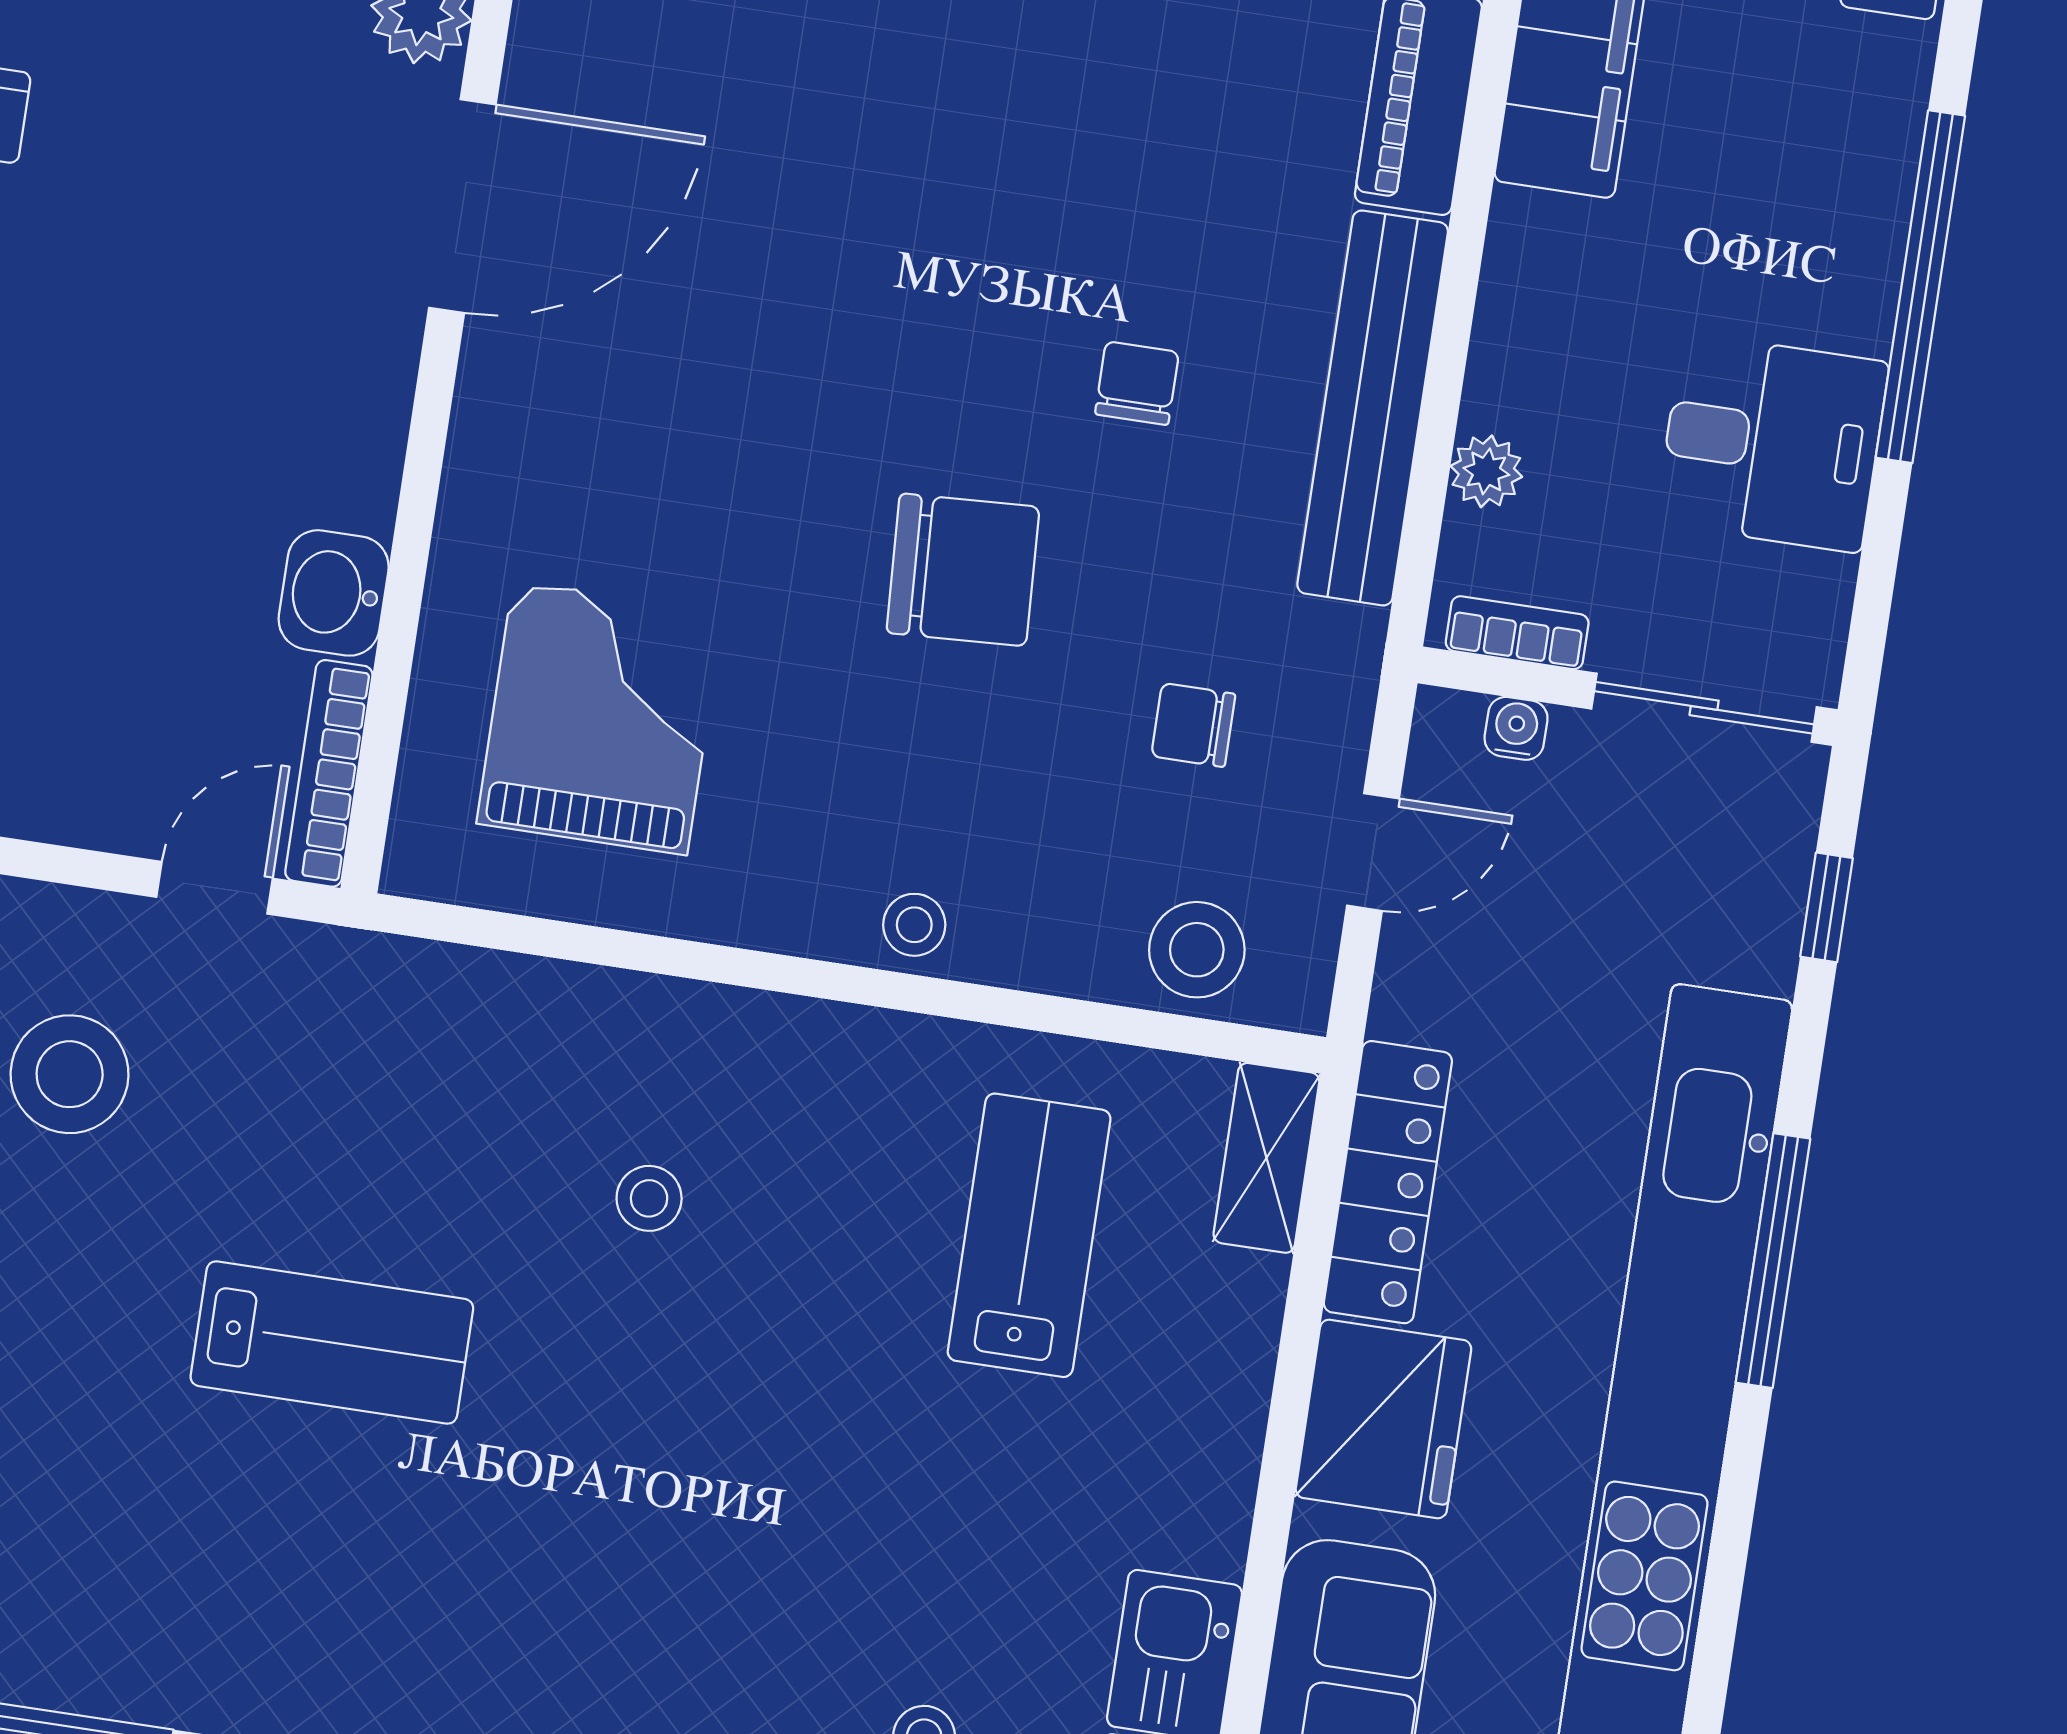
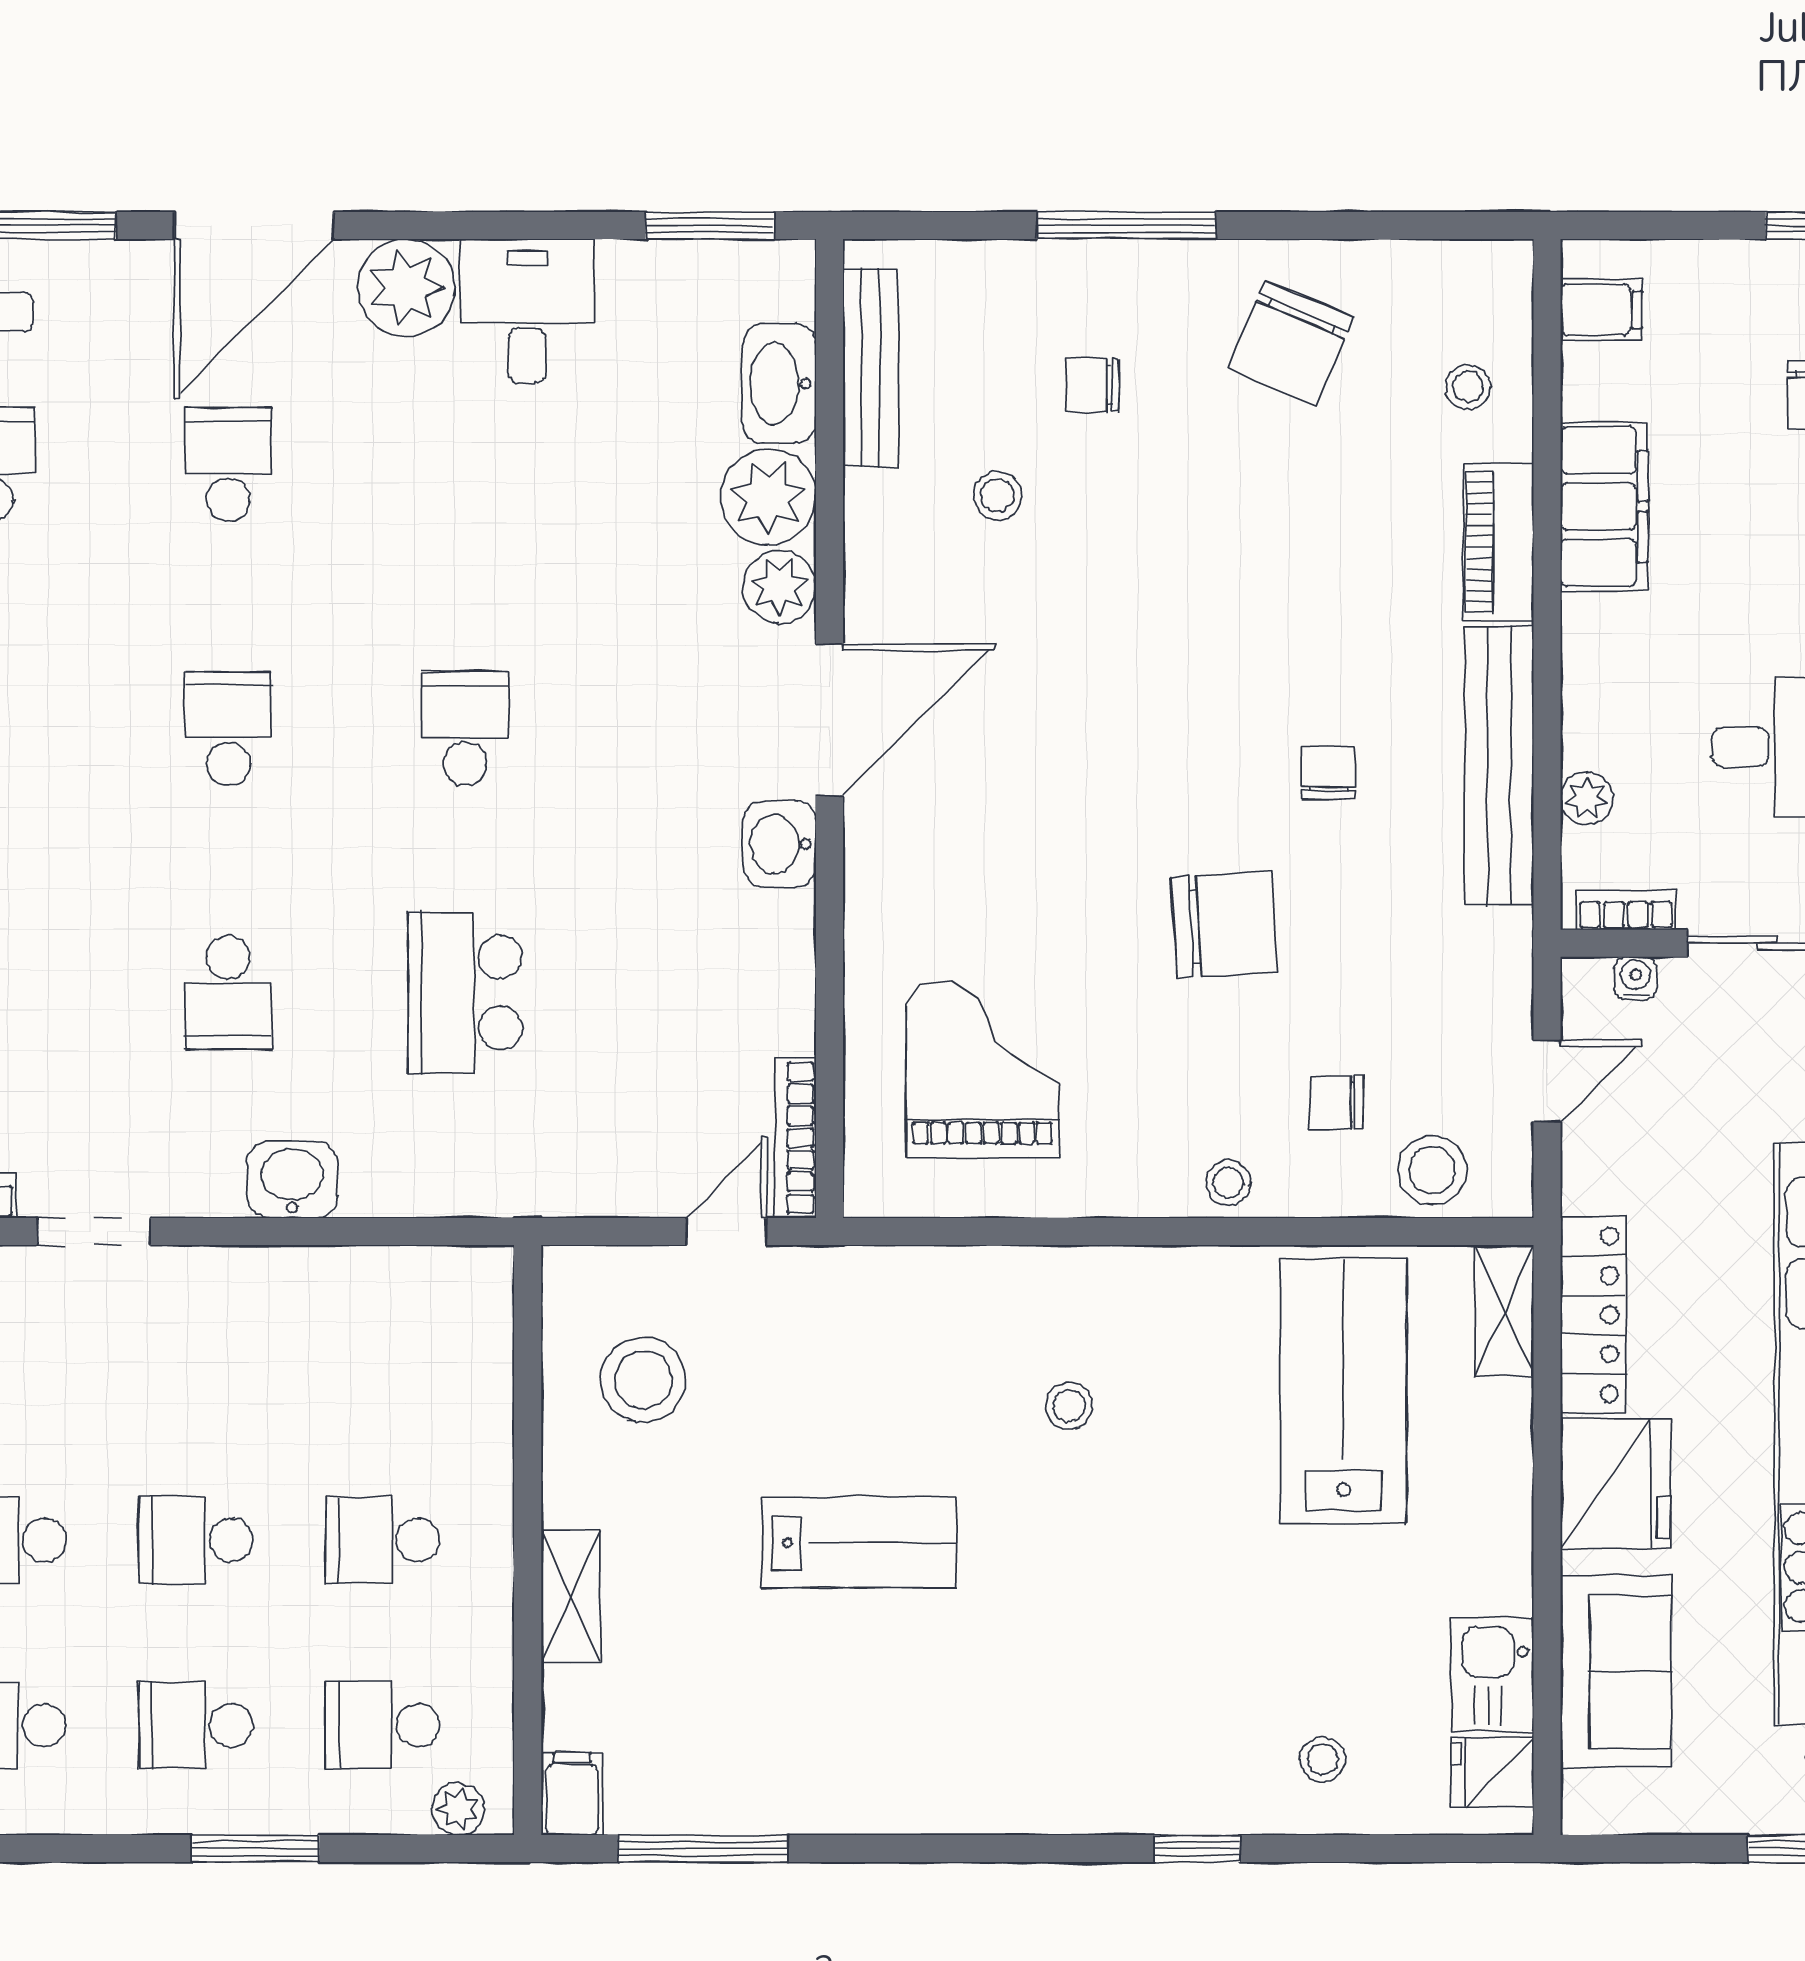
washbasin: (334, 593) -> (779, 844), moved
chair: (1193, 725) -> (1336, 1102), moved
lab bench: (1029, 1235) -> (1344, 1391), width x1.36, depth x1.39

